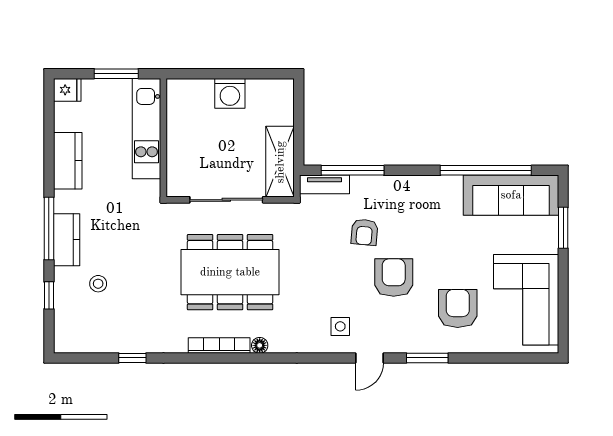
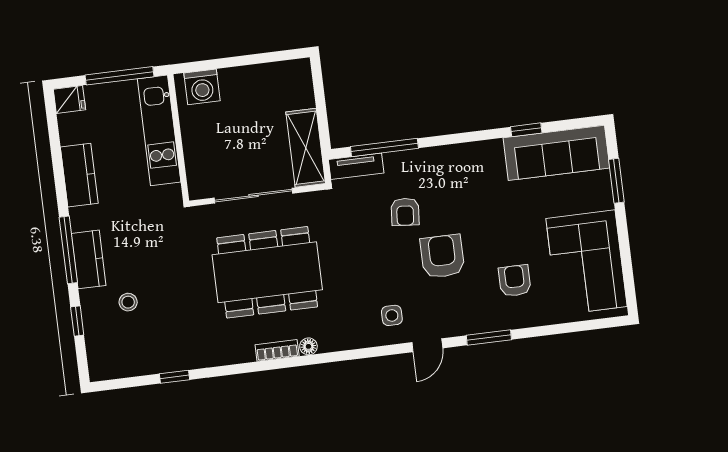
window: (116, 74) -> (120, 76), width x1.44
washing machine: (230, 93) -> (202, 87), moved
window: (486, 170) -> (526, 130), width x0.32
armchair: (458, 308) -> (515, 281), width x0.72, depth x0.72
bookcase: (219, 346) -> (277, 350), width x0.64

